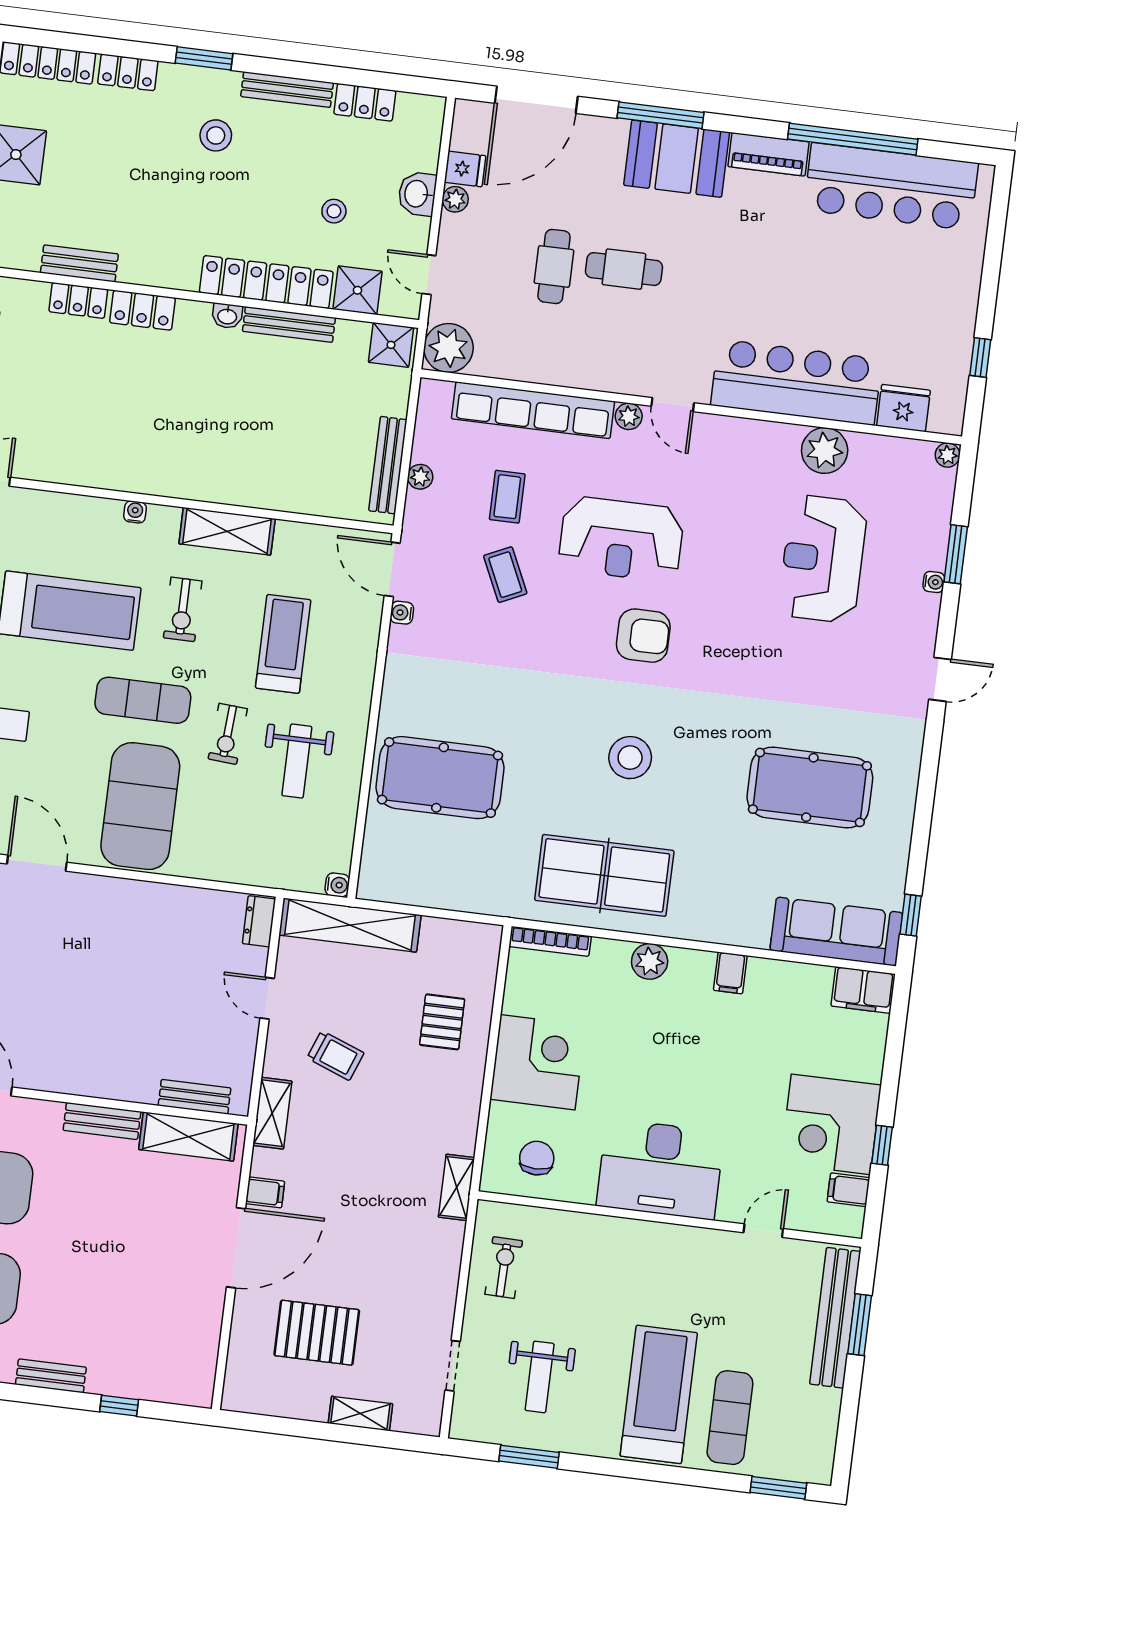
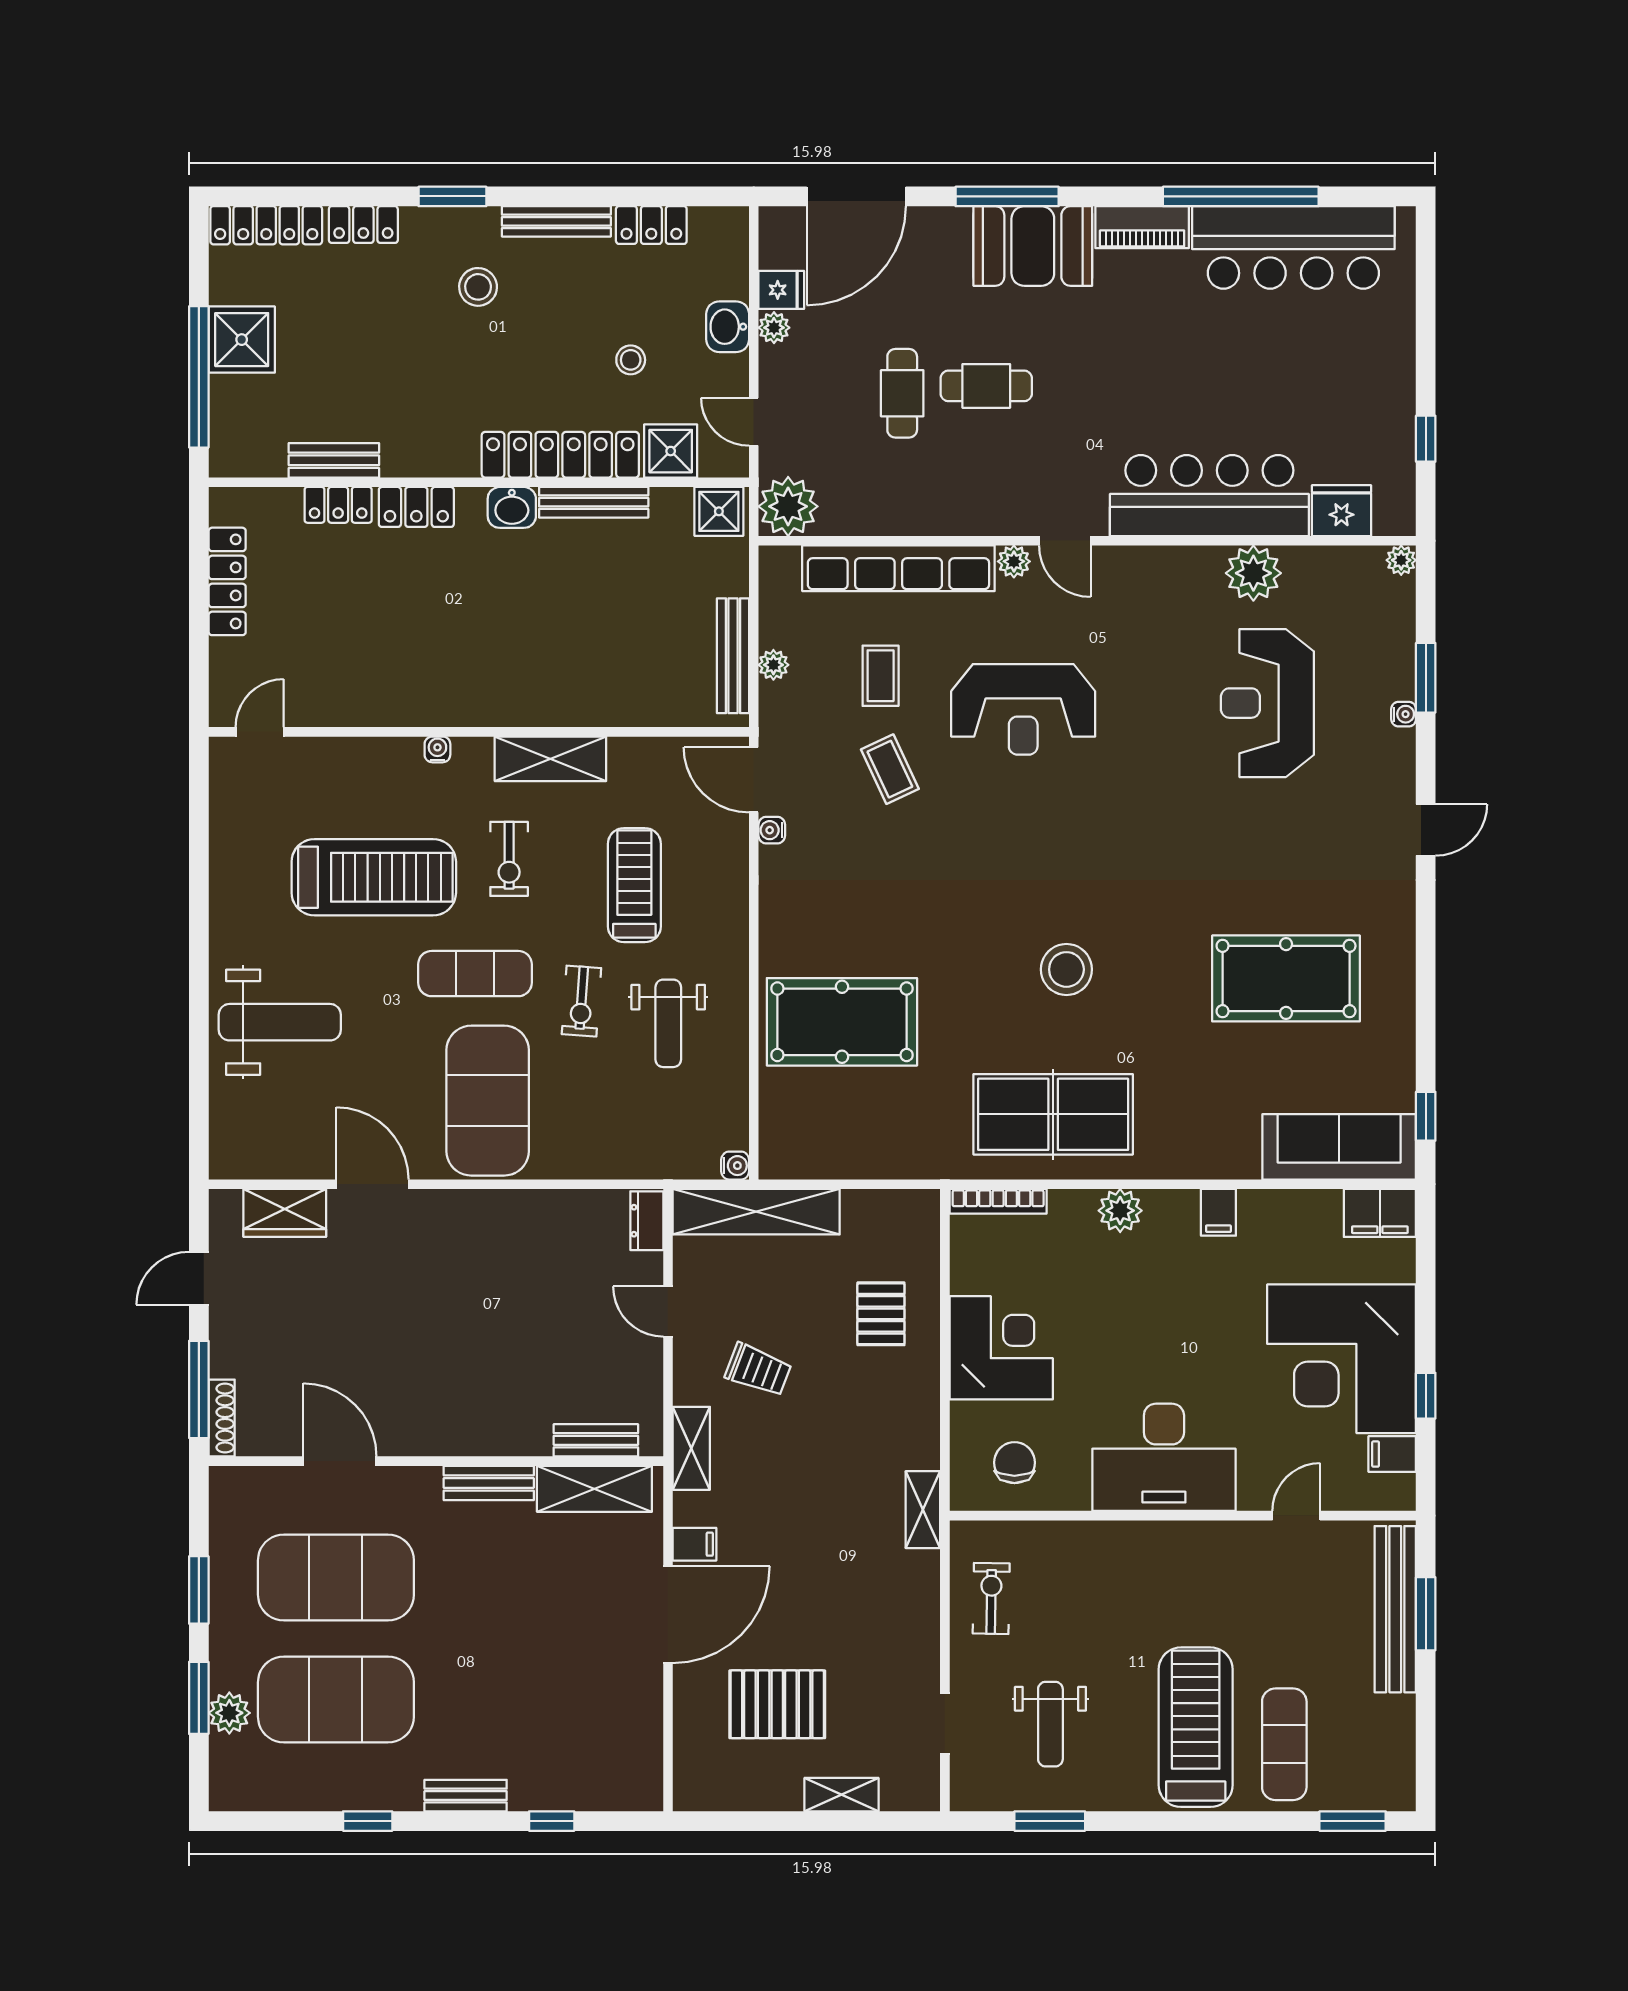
washbasin: (227, 316) -> (512, 507), width x1.38, depth x1.45
armchair: (643, 636) -> (1064, 822), removed
corner desk: (831, 1124) -> (1342, 1359), width x1.36, depth x1.36

